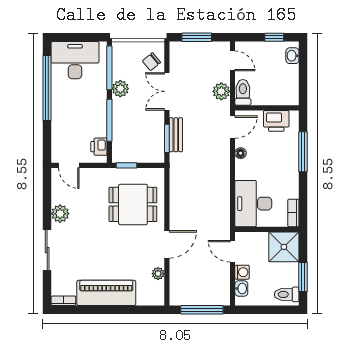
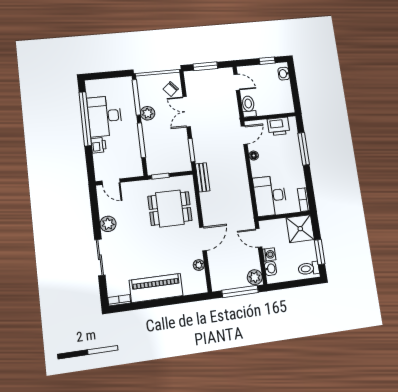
desk: (75, 60) -> (105, 116), moved, turned -90
plant: (221, 91) -> (255, 277), moved
bench: (176, 135) -> (203, 177), moved
printer: (99, 147) -> (99, 145), moved, turned 180

